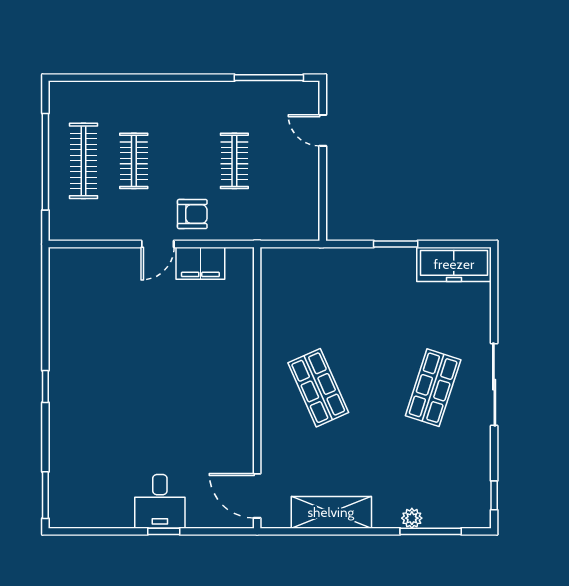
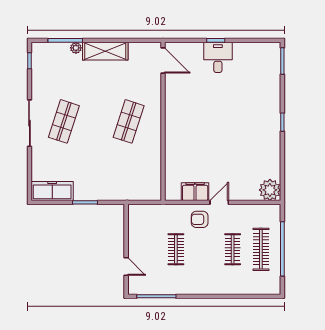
plant: (68, 266) -> (270, 190), added
shop shelf: (318, 388) -> (129, 121), turned 42
shelving: (331, 512) -> (105, 51), moved

